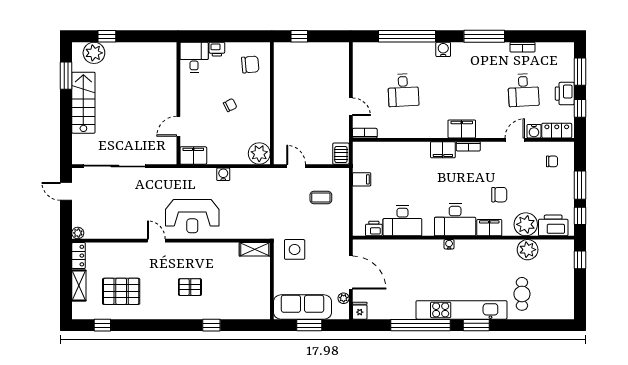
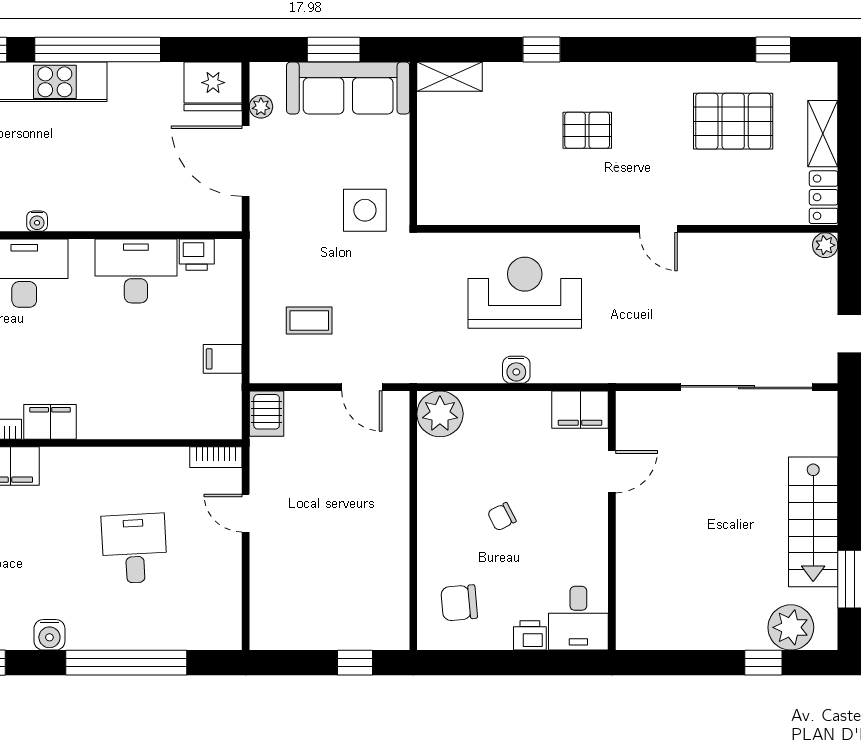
reception desk: (192, 216) -> (525, 293), moved
shelving: (255, 249) -> (450, 77), moved
fridge: (360, 311) -> (213, 86), width x1.88, depth x1.34

